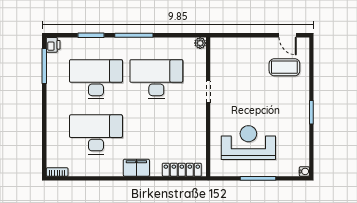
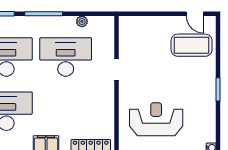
plant: (200, 43) -> (82, 21), moved
coffee table: (284, 67) -> (192, 45), width x1.36, depth x1.32

